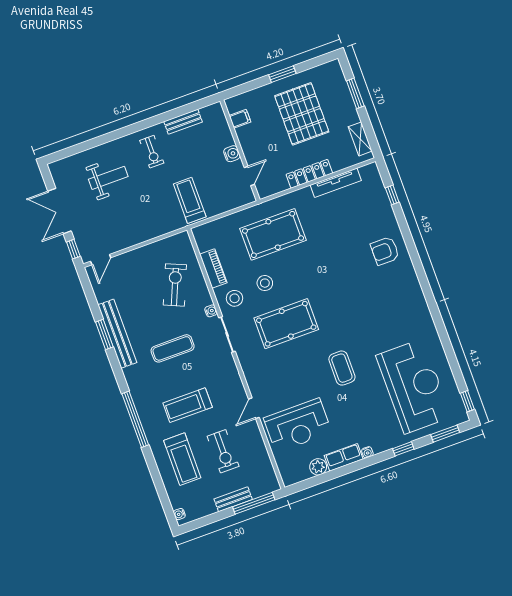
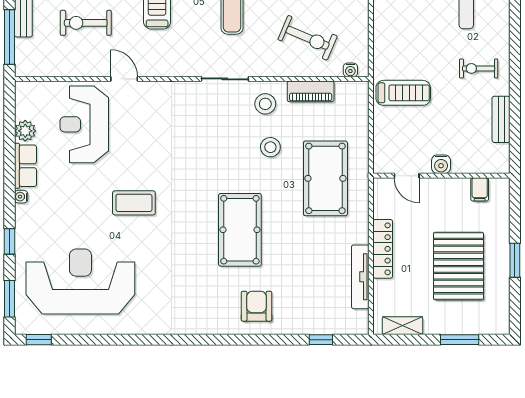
pallet: (302, 114) -> (458, 266), turned 90
water cooler: (211, 311) -> (350, 70), moved
pool table: (286, 324) -> (240, 230), moved
reception desk: (414, 386) -> (80, 281), turned 180

